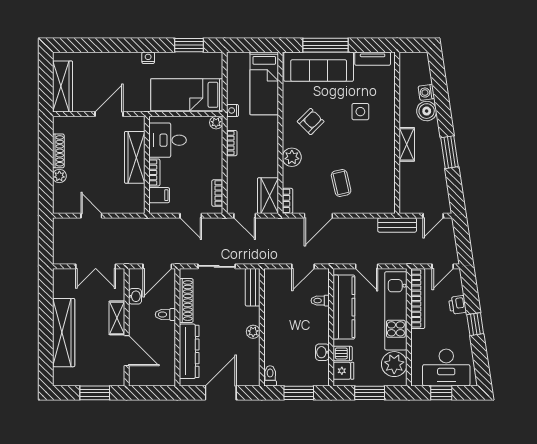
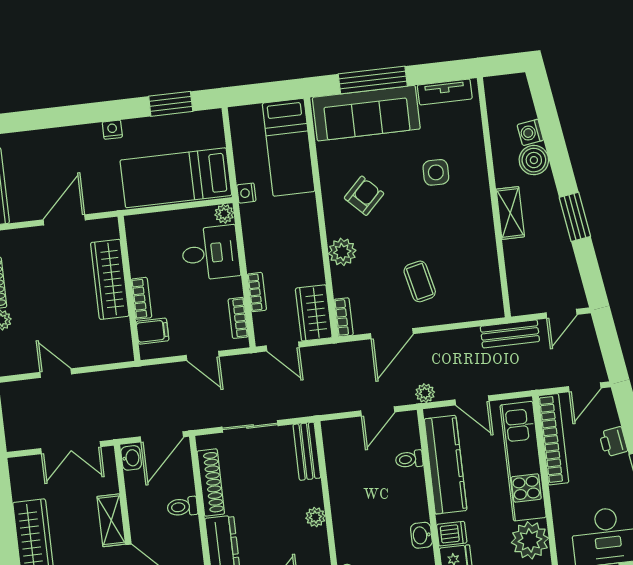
desk: (168, 140) -> (211, 253), moved, turned 180
bookcase: (232, 143) -> (257, 292), moved
plant: (336, 258) -> (425, 393), added
washbasin: (135, 296) -> (131, 458), moved

